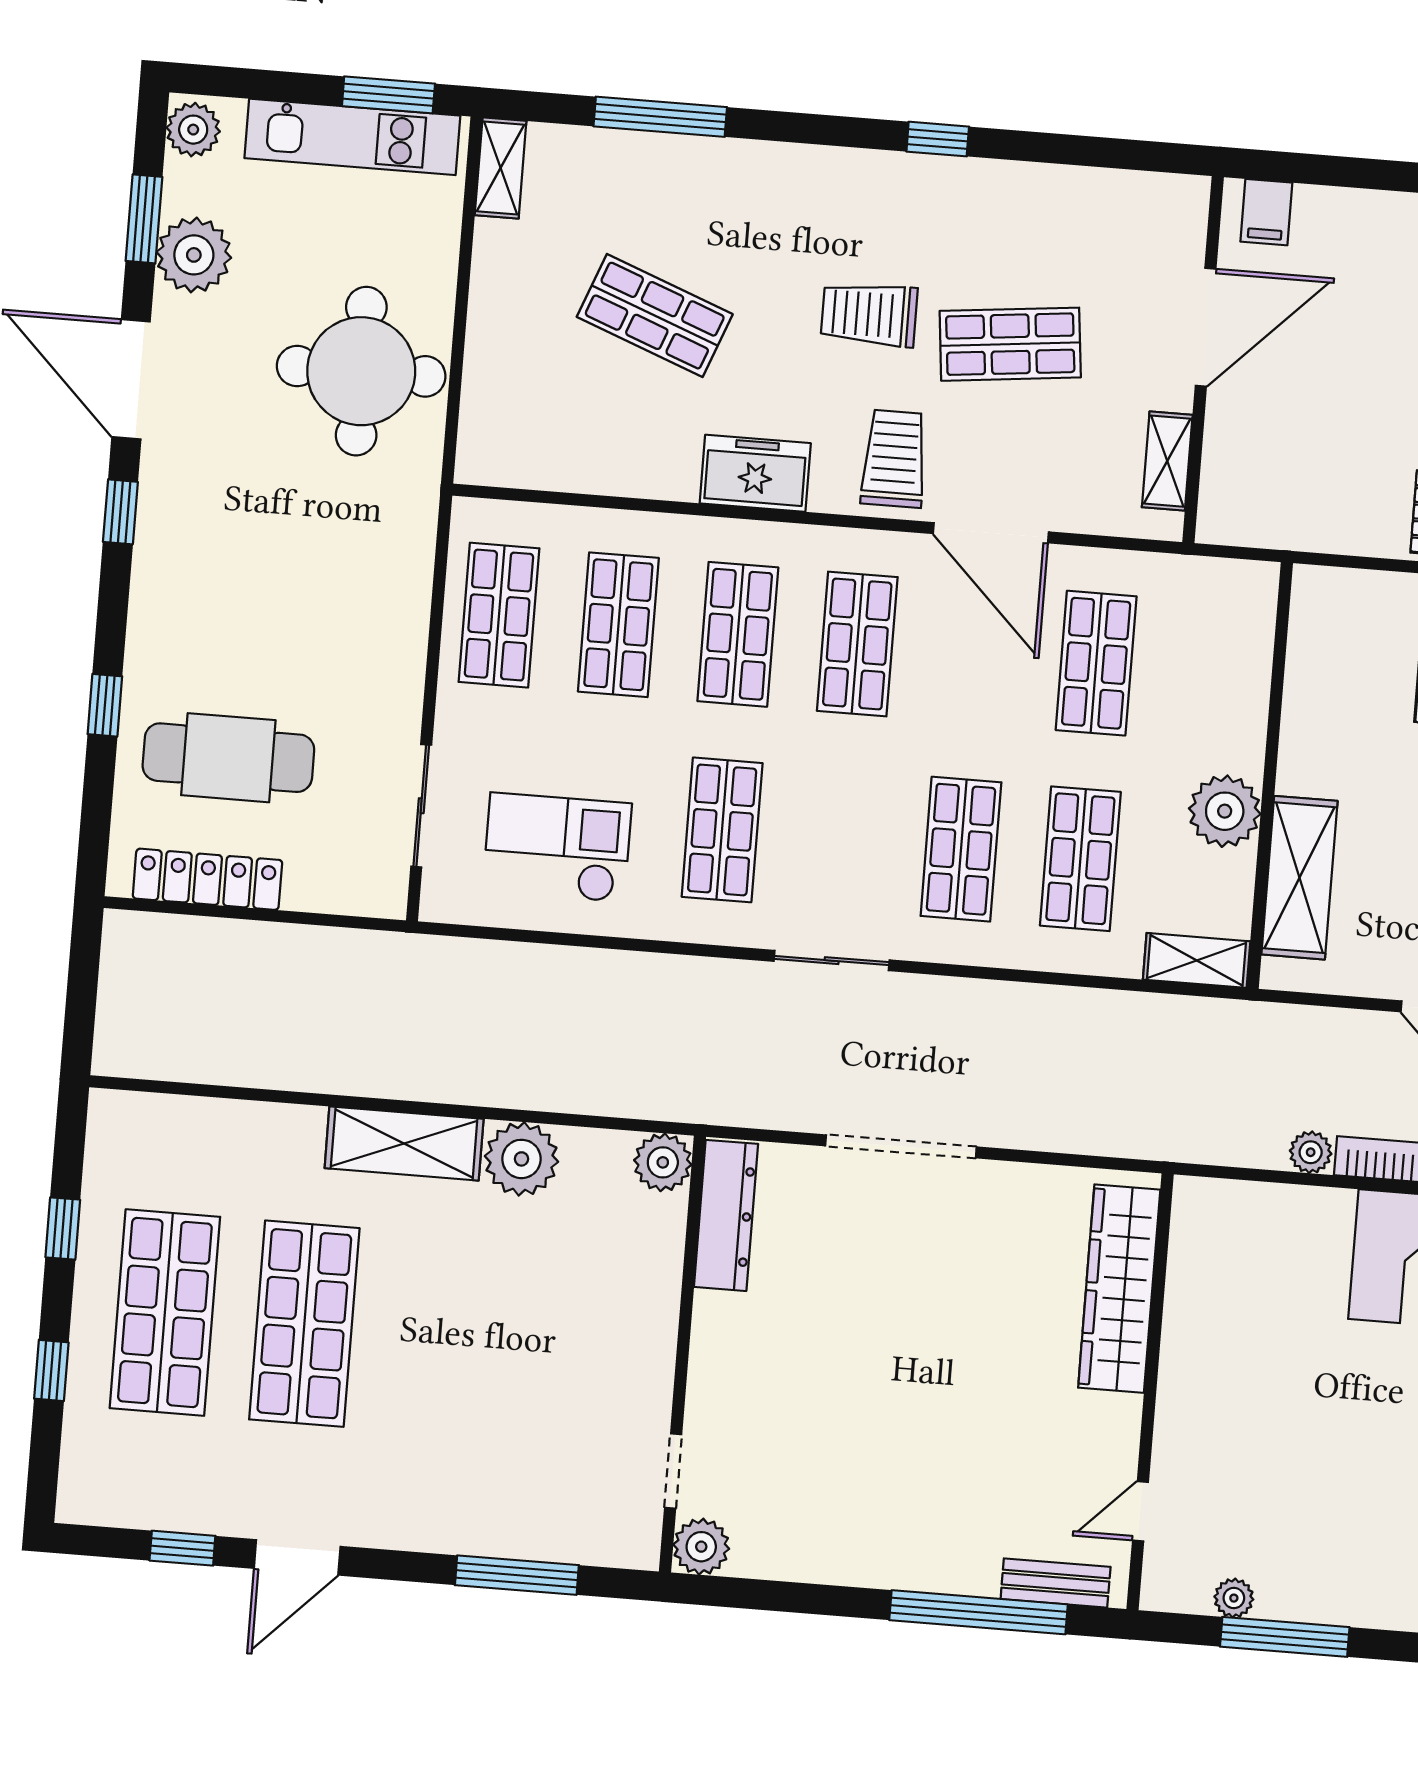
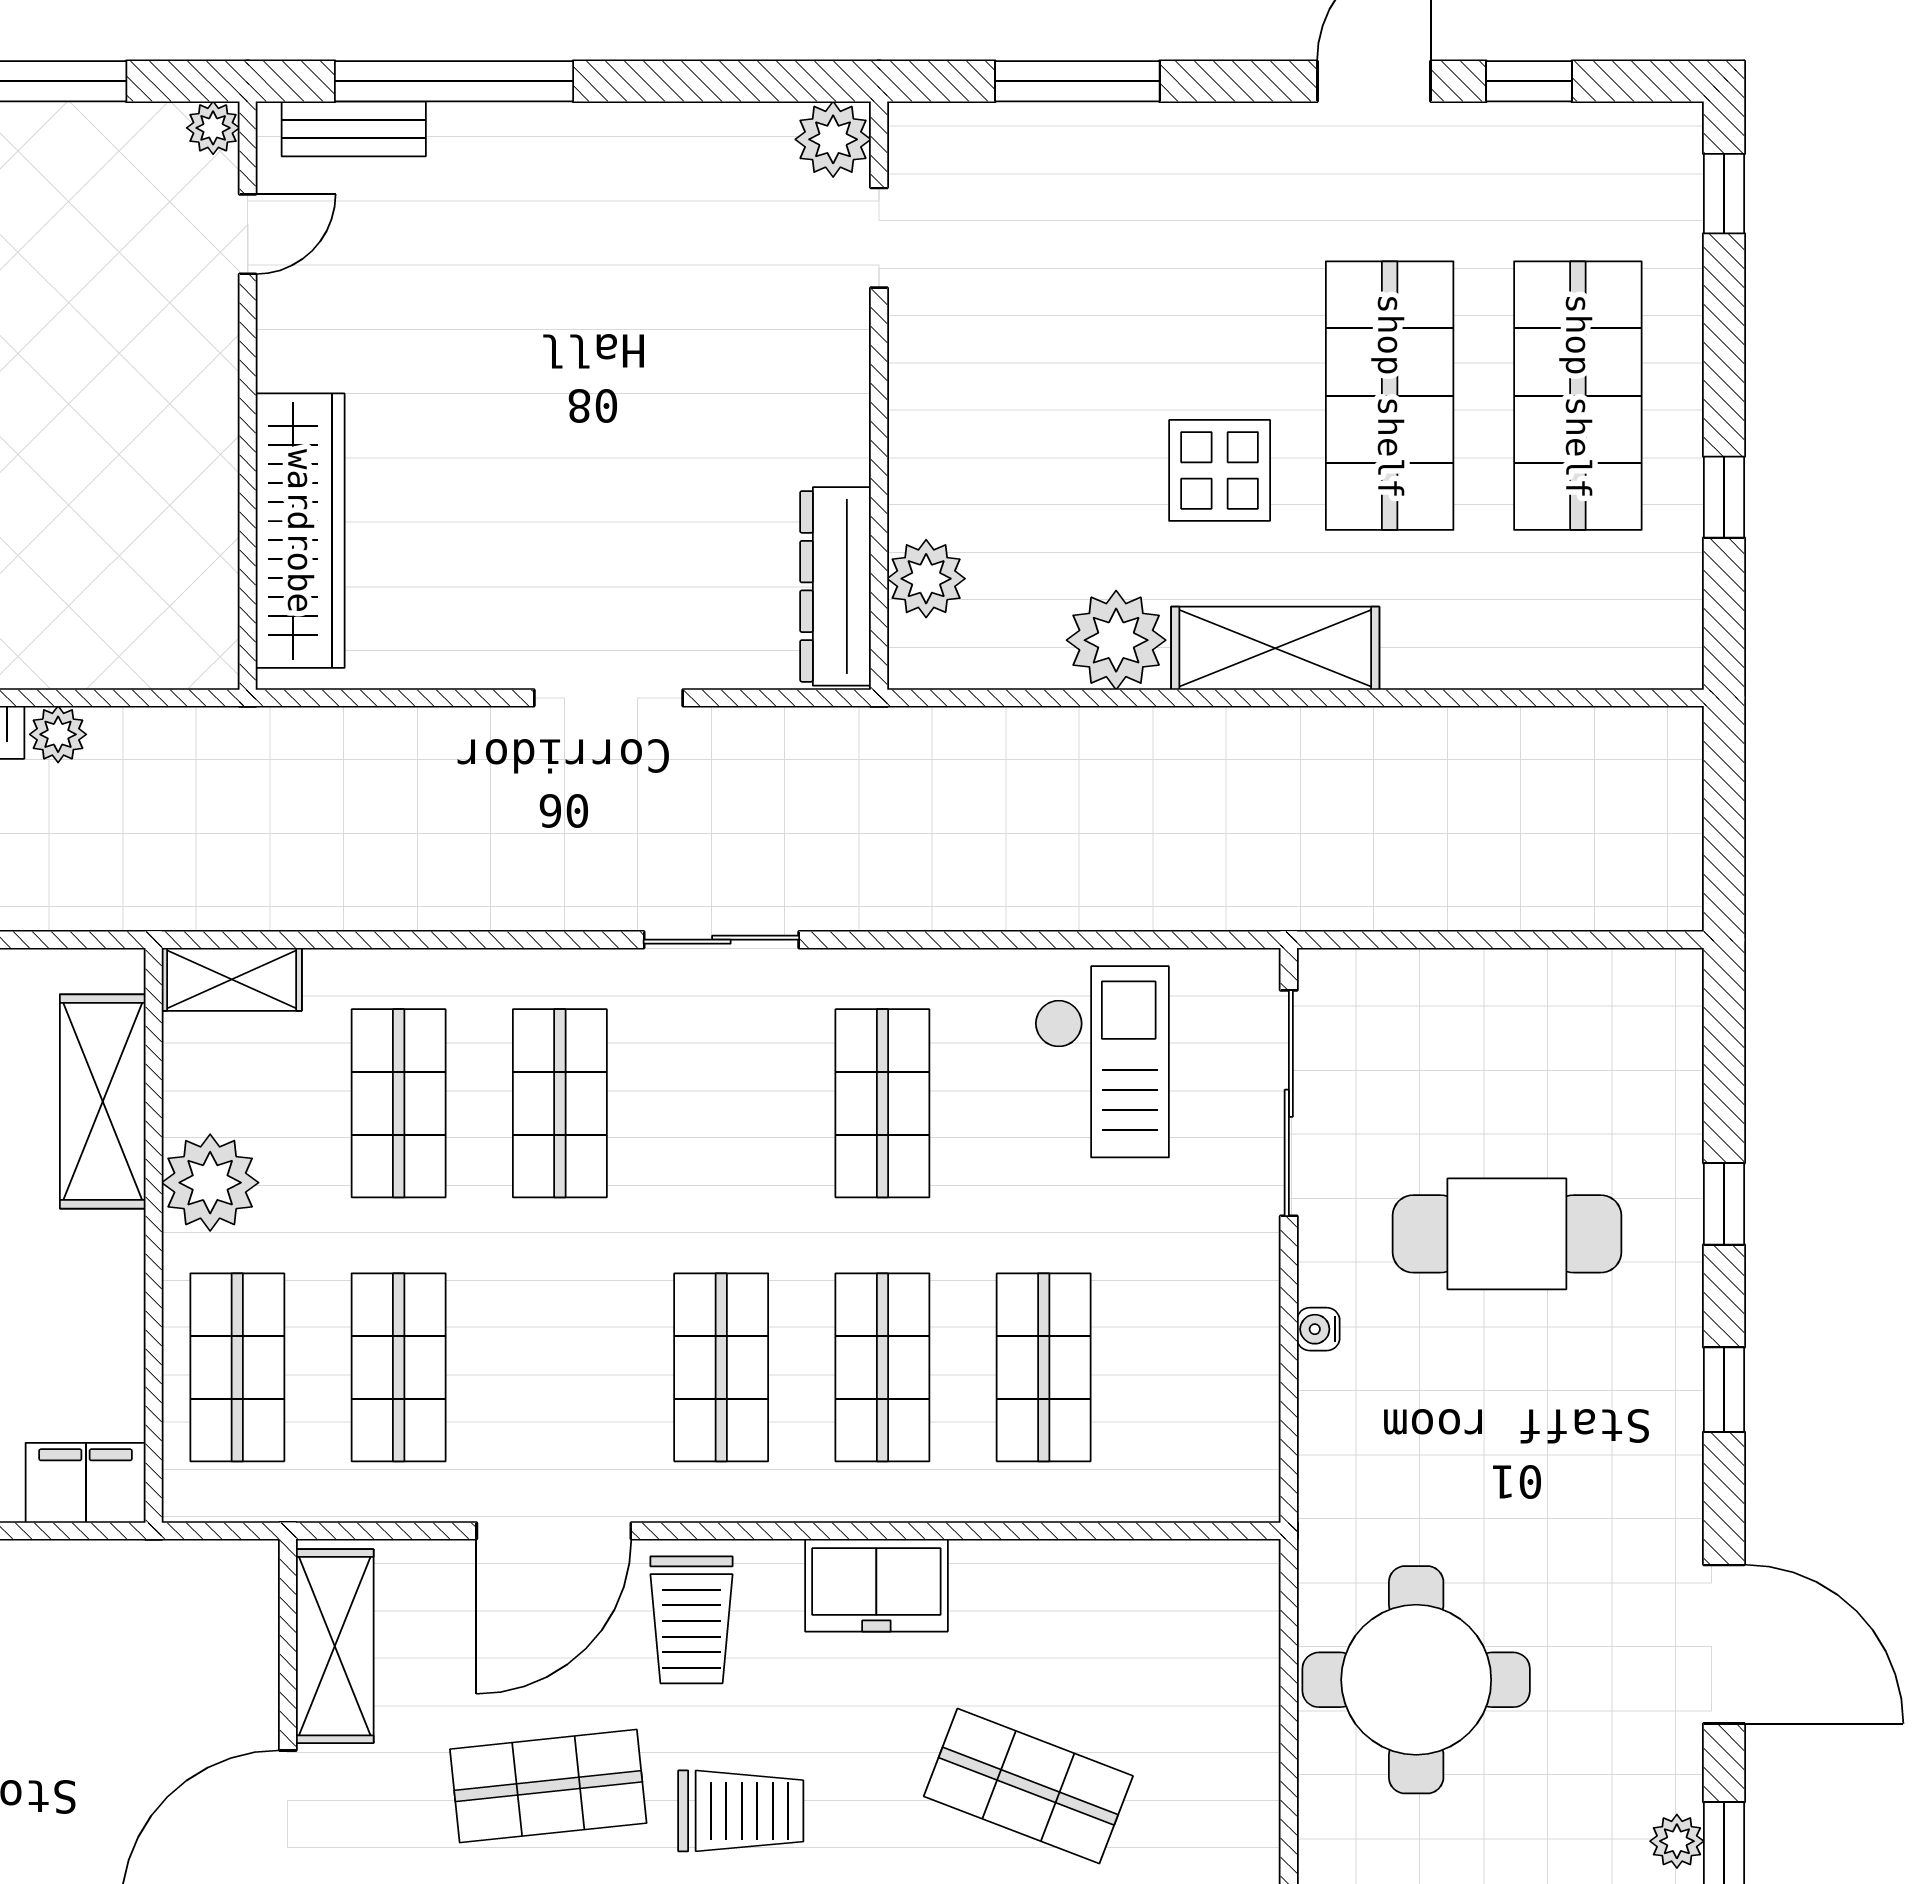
plant: (194, 255) -> (1677, 1841), width x0.53, depth x0.53
shelving: (1167, 461) -> (335, 1646), width x1.50, depth x1.33
window: (120, 512) -> (1724, 1390), moved
door: (991, 533) -> (554, 1531), swing flipped
filing cabinet: (1335, 596) -> (86, 1483), added
shop shelf: (499, 615) -> (237, 1367), moved
water cooler: (413, 637) -> (1318, 1329), added
cafe table: (228, 758) -> (1507, 1234), moved
sliding door: (421, 806) -> (1289, 1103), width x1.37
checkout: (557, 848) -> (1102, 1062), turned -90
locker: (207, 879) -> (1568, 981), removed
doorway: (901, 1146) -> (608, 698), width x0.73
plant: (663, 1162) -> (926, 579), moved
display table: (435, 1278) -> (1220, 470), added
window: (51, 1370) -> (1724, 194), moved
plant: (1234, 1598) -> (213, 128), moved

